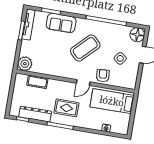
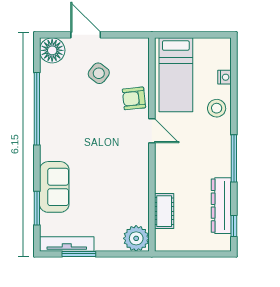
coffee table: (85, 48) -> (91, 138), removed
rug: (66, 108) -> (201, 153), removed
stool: (90, 121) -> (217, 108), added

